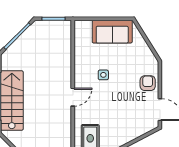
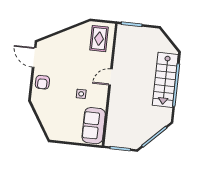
sofa: (112, 32) -> (94, 126), moved, turned -90

